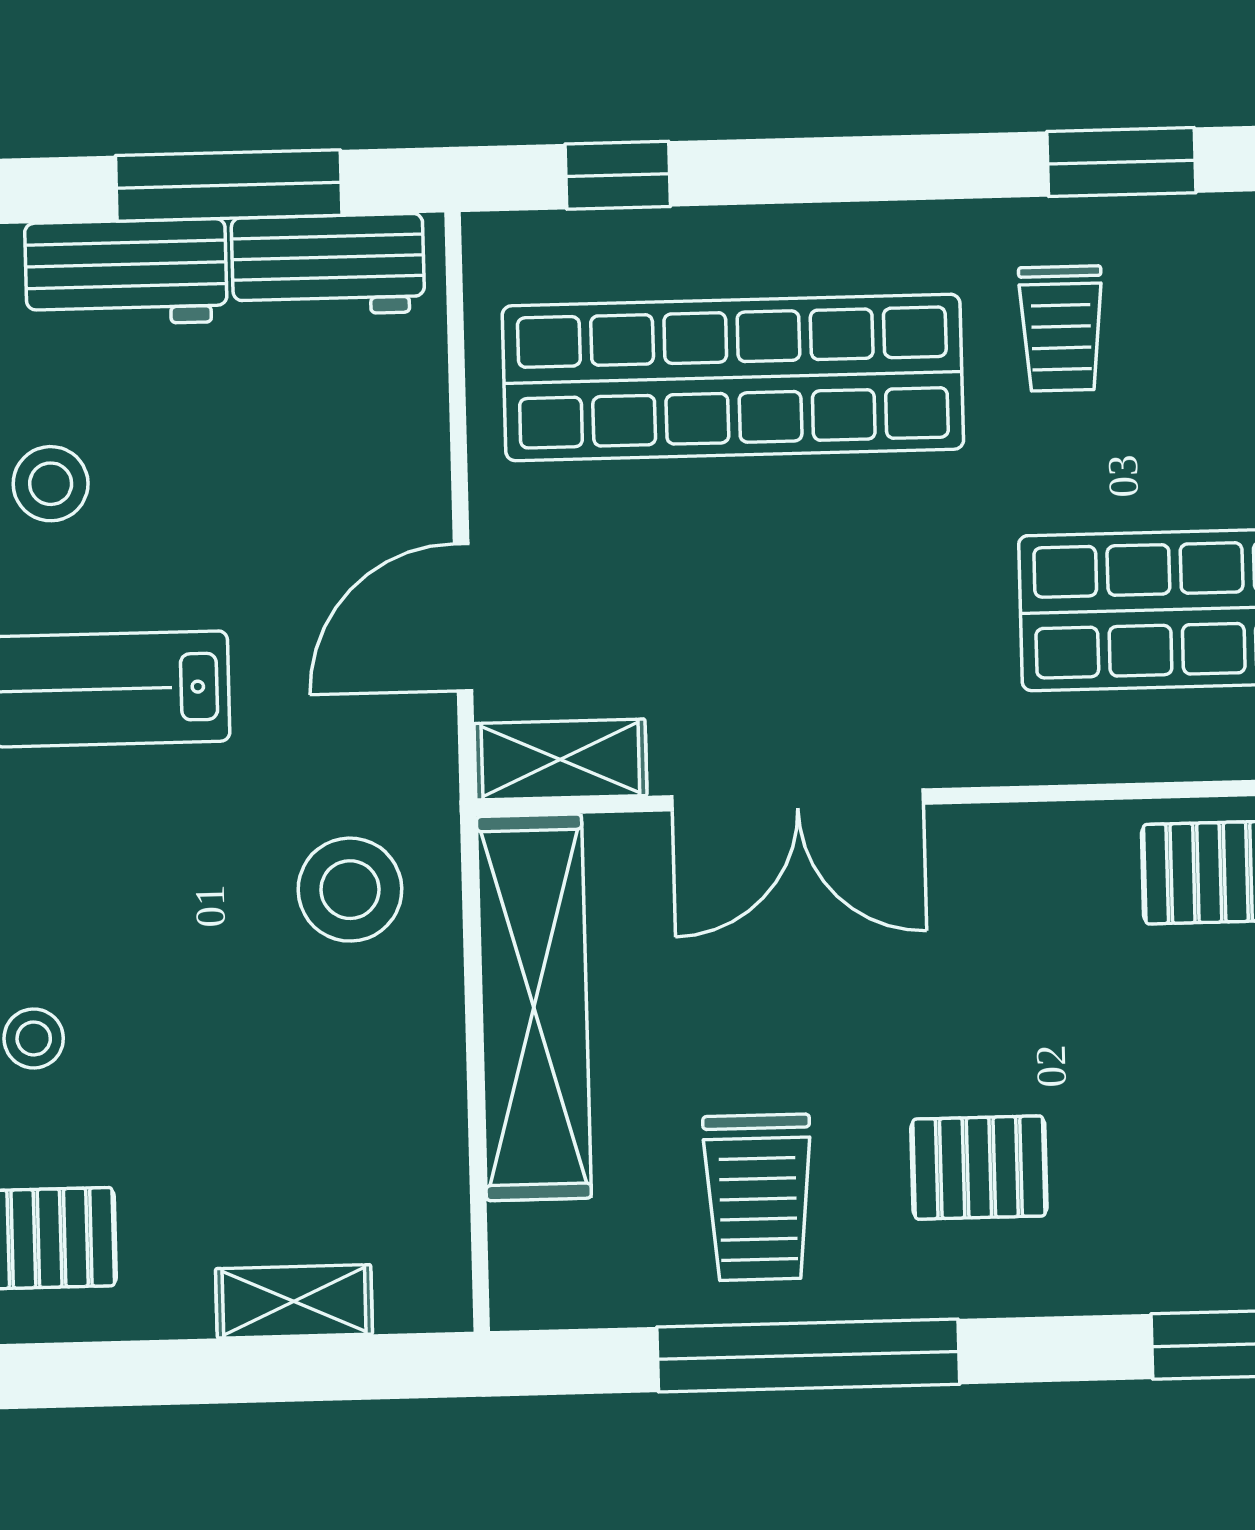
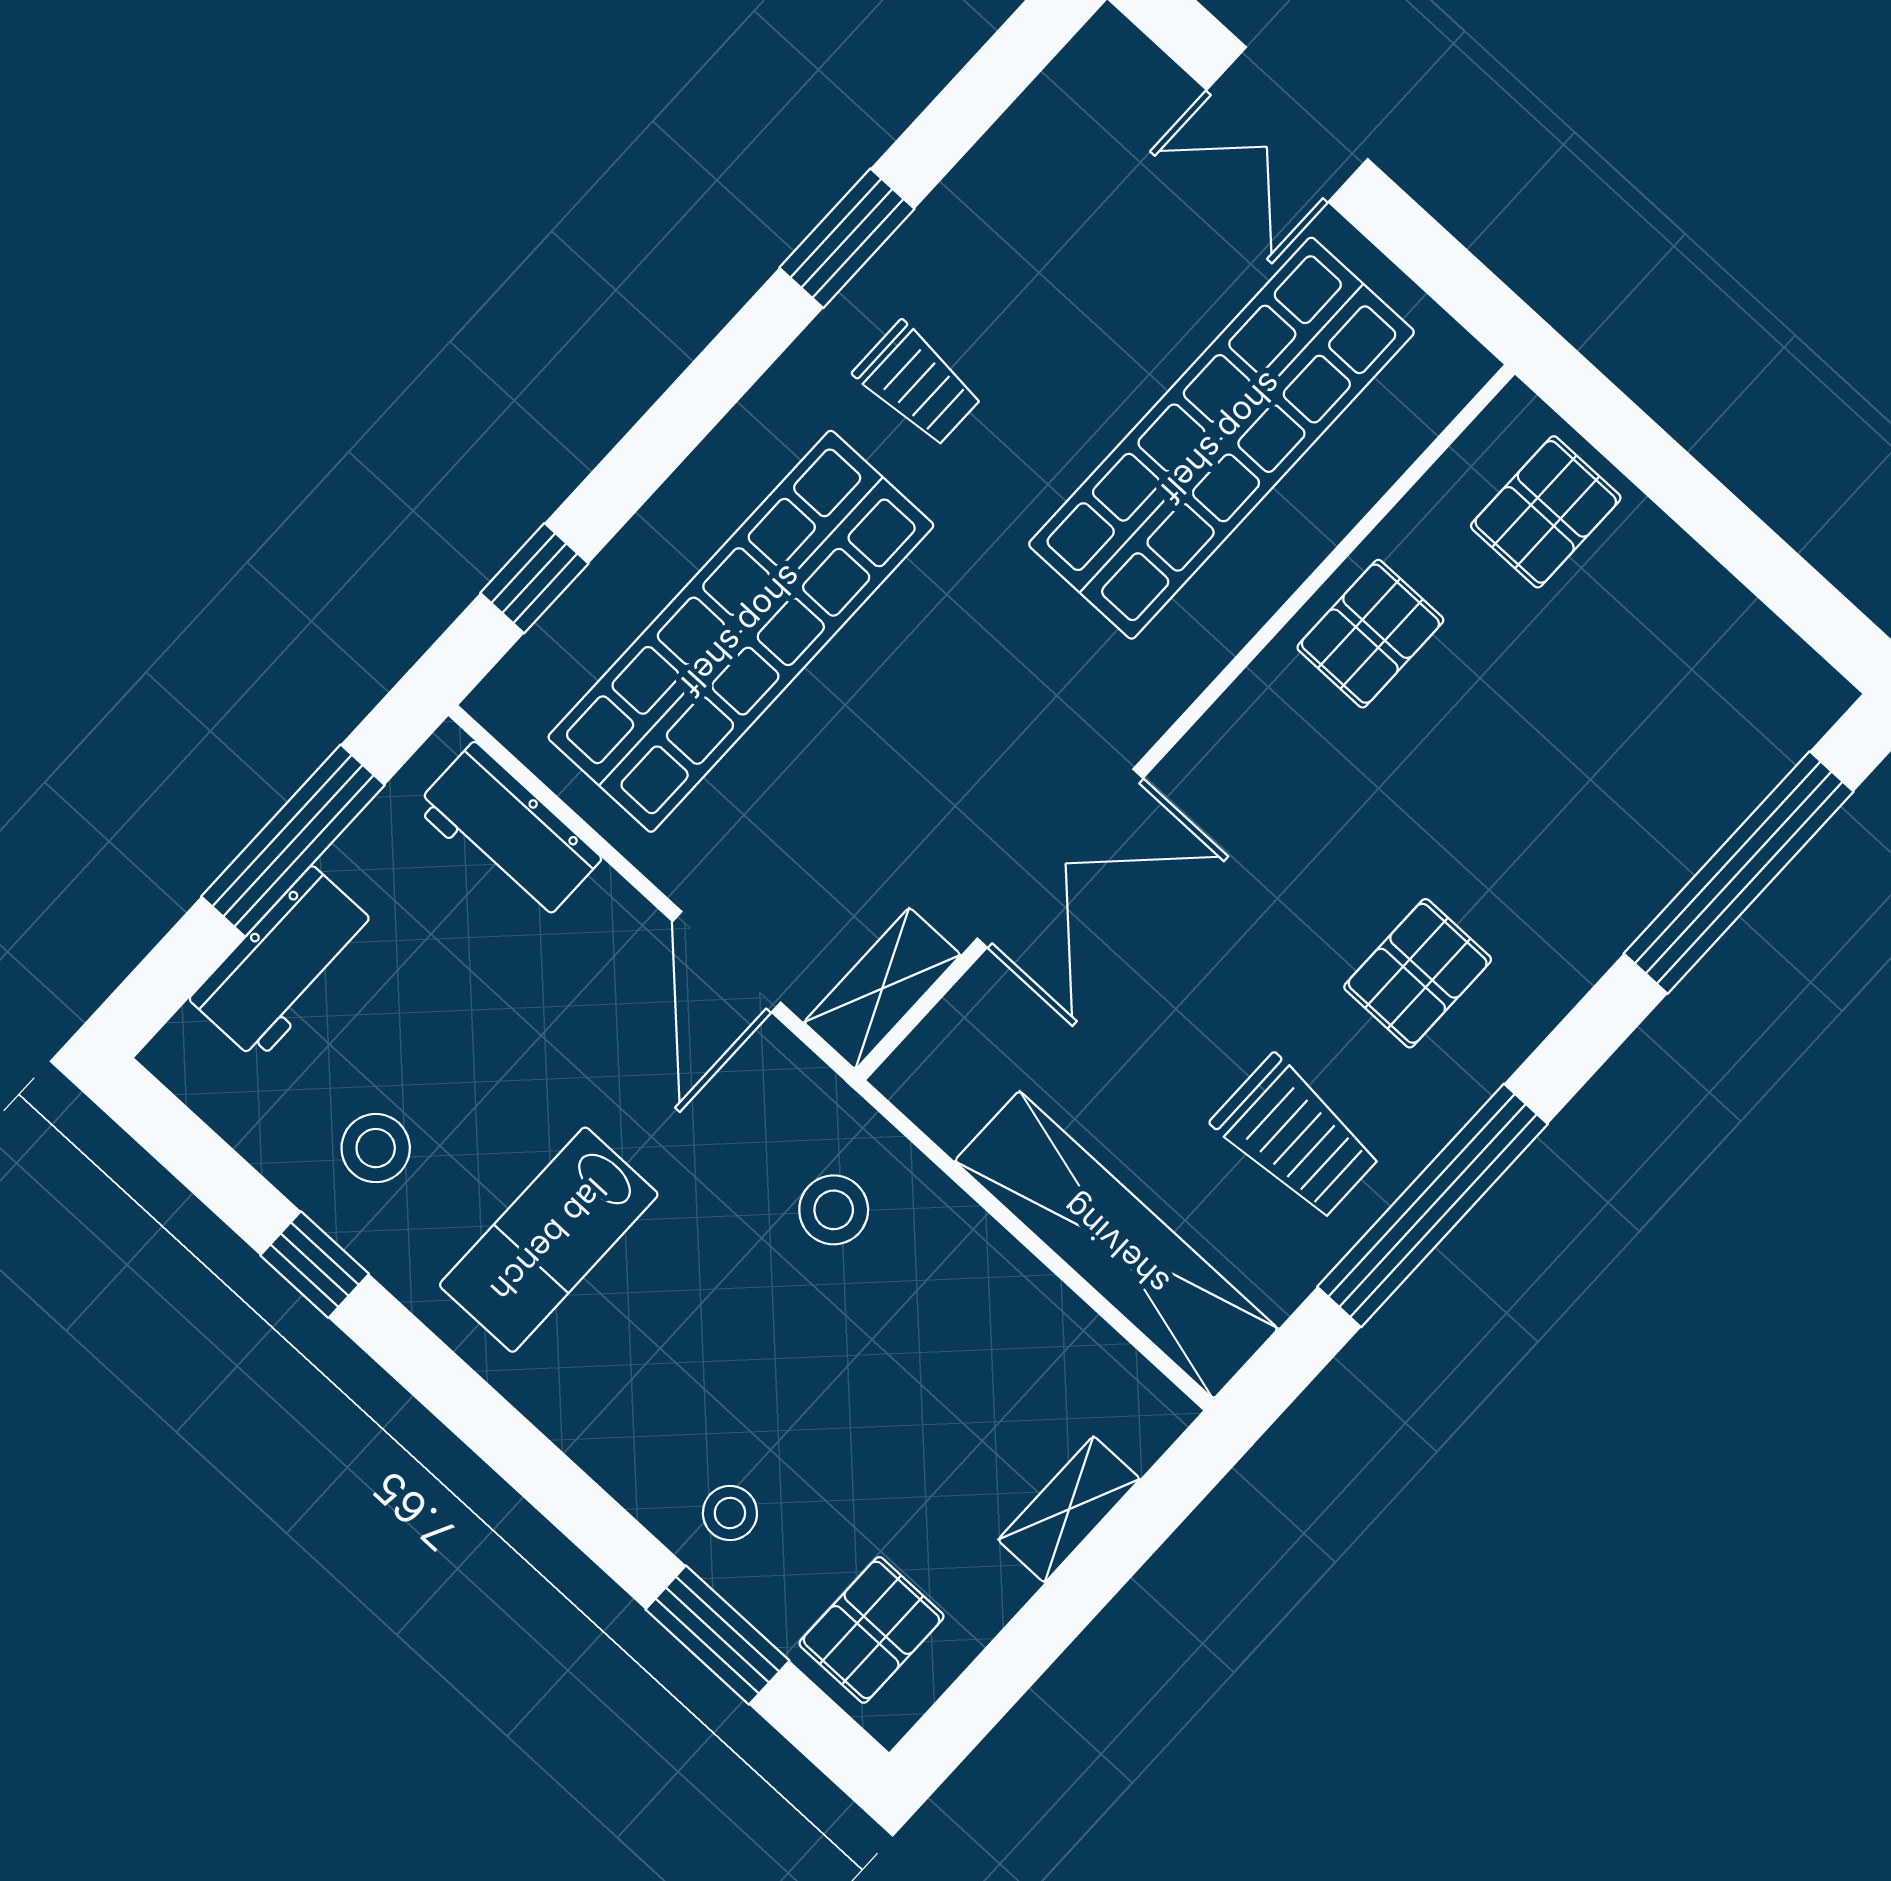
workbench: (328, 265) -> (508, 833), moved, turned 90
stool: (350, 890) -> (834, 1210), width x0.73, depth x0.73
shelving: (534, 1007) -> (1116, 1245), moved

